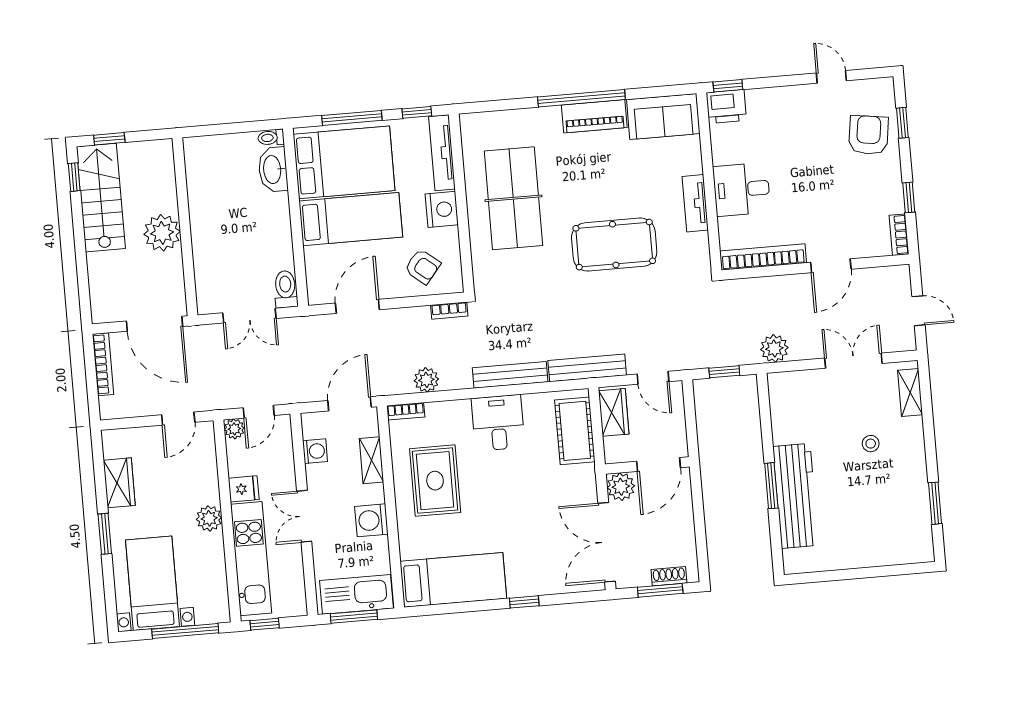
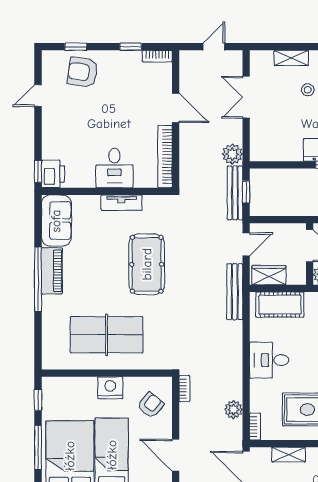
tv unit: (442, 153) -> (69, 384), removed
bench: (510, 375) -> (235, 193), moved
shelving: (910, 393) -> (291, 58), moved

